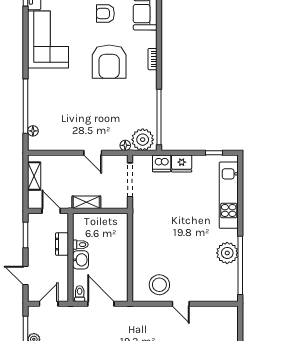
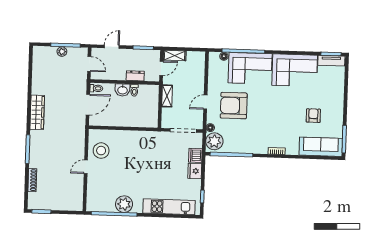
armchair: (109, 62) -> (234, 106), moved
corner sofa: (47, 97) -> (250, 68), added
shelving: (34, 176) -> (175, 55), moved

